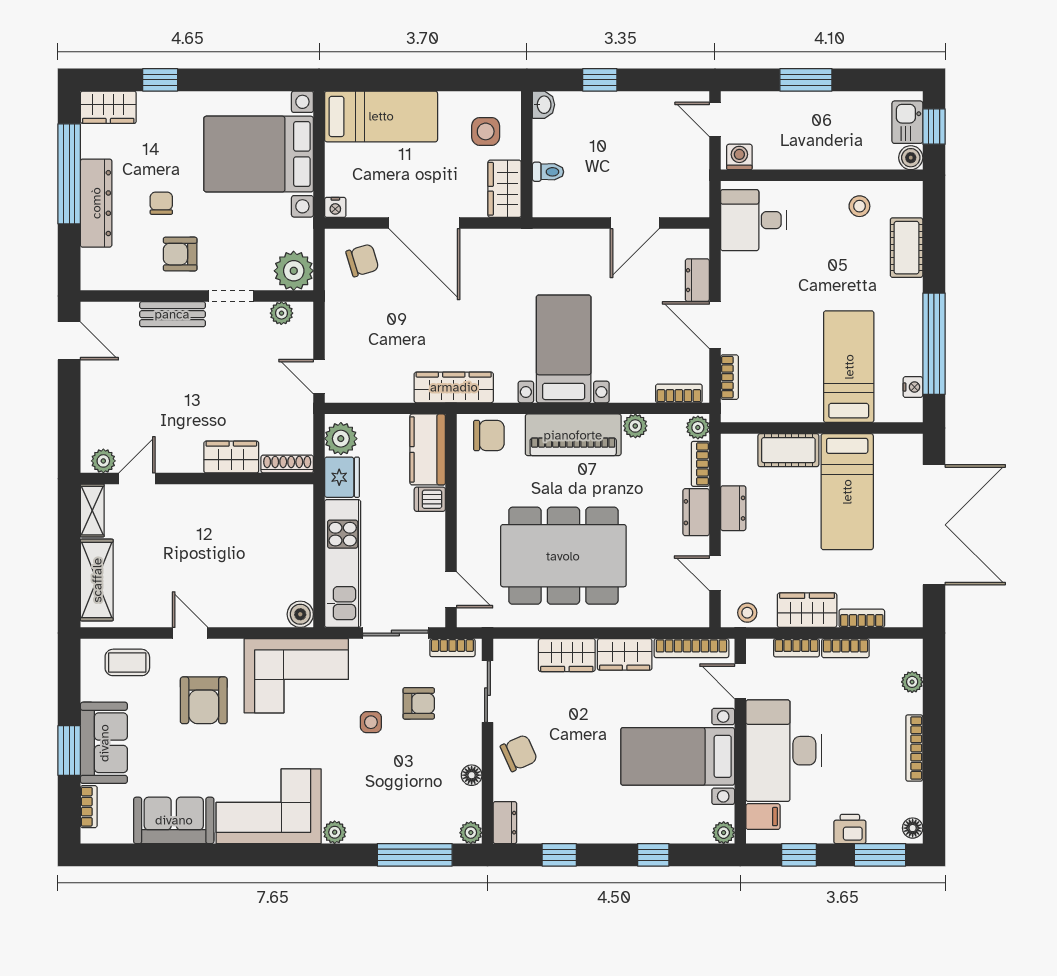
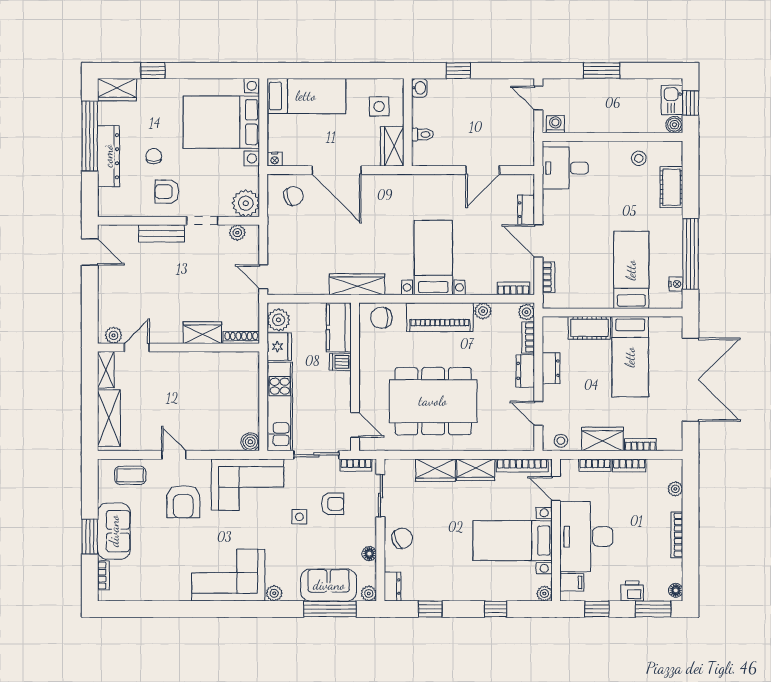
chair: (489, 436) -> (381, 318), turned 180
sofa: (174, 820) -> (329, 585), moved

